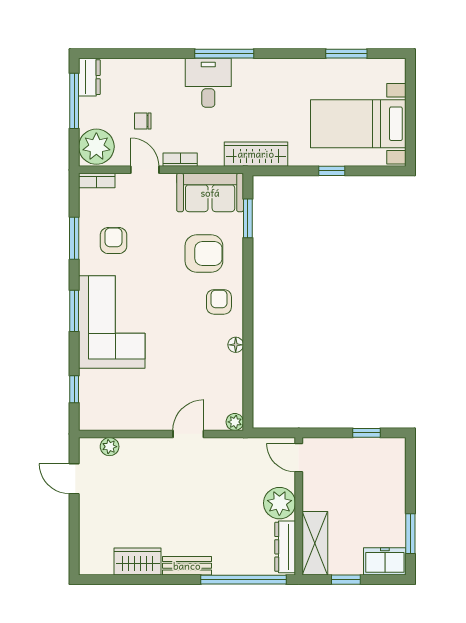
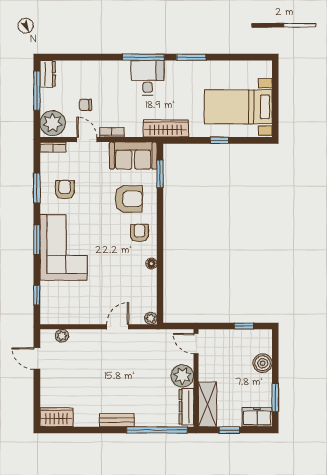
window: (346, 54) -> (191, 57), moved
desk: (208, 83) -> (148, 78), moved
boiler: (393, 485) -> (263, 363), added
wardrobe: (138, 561) -> (57, 417), moved

